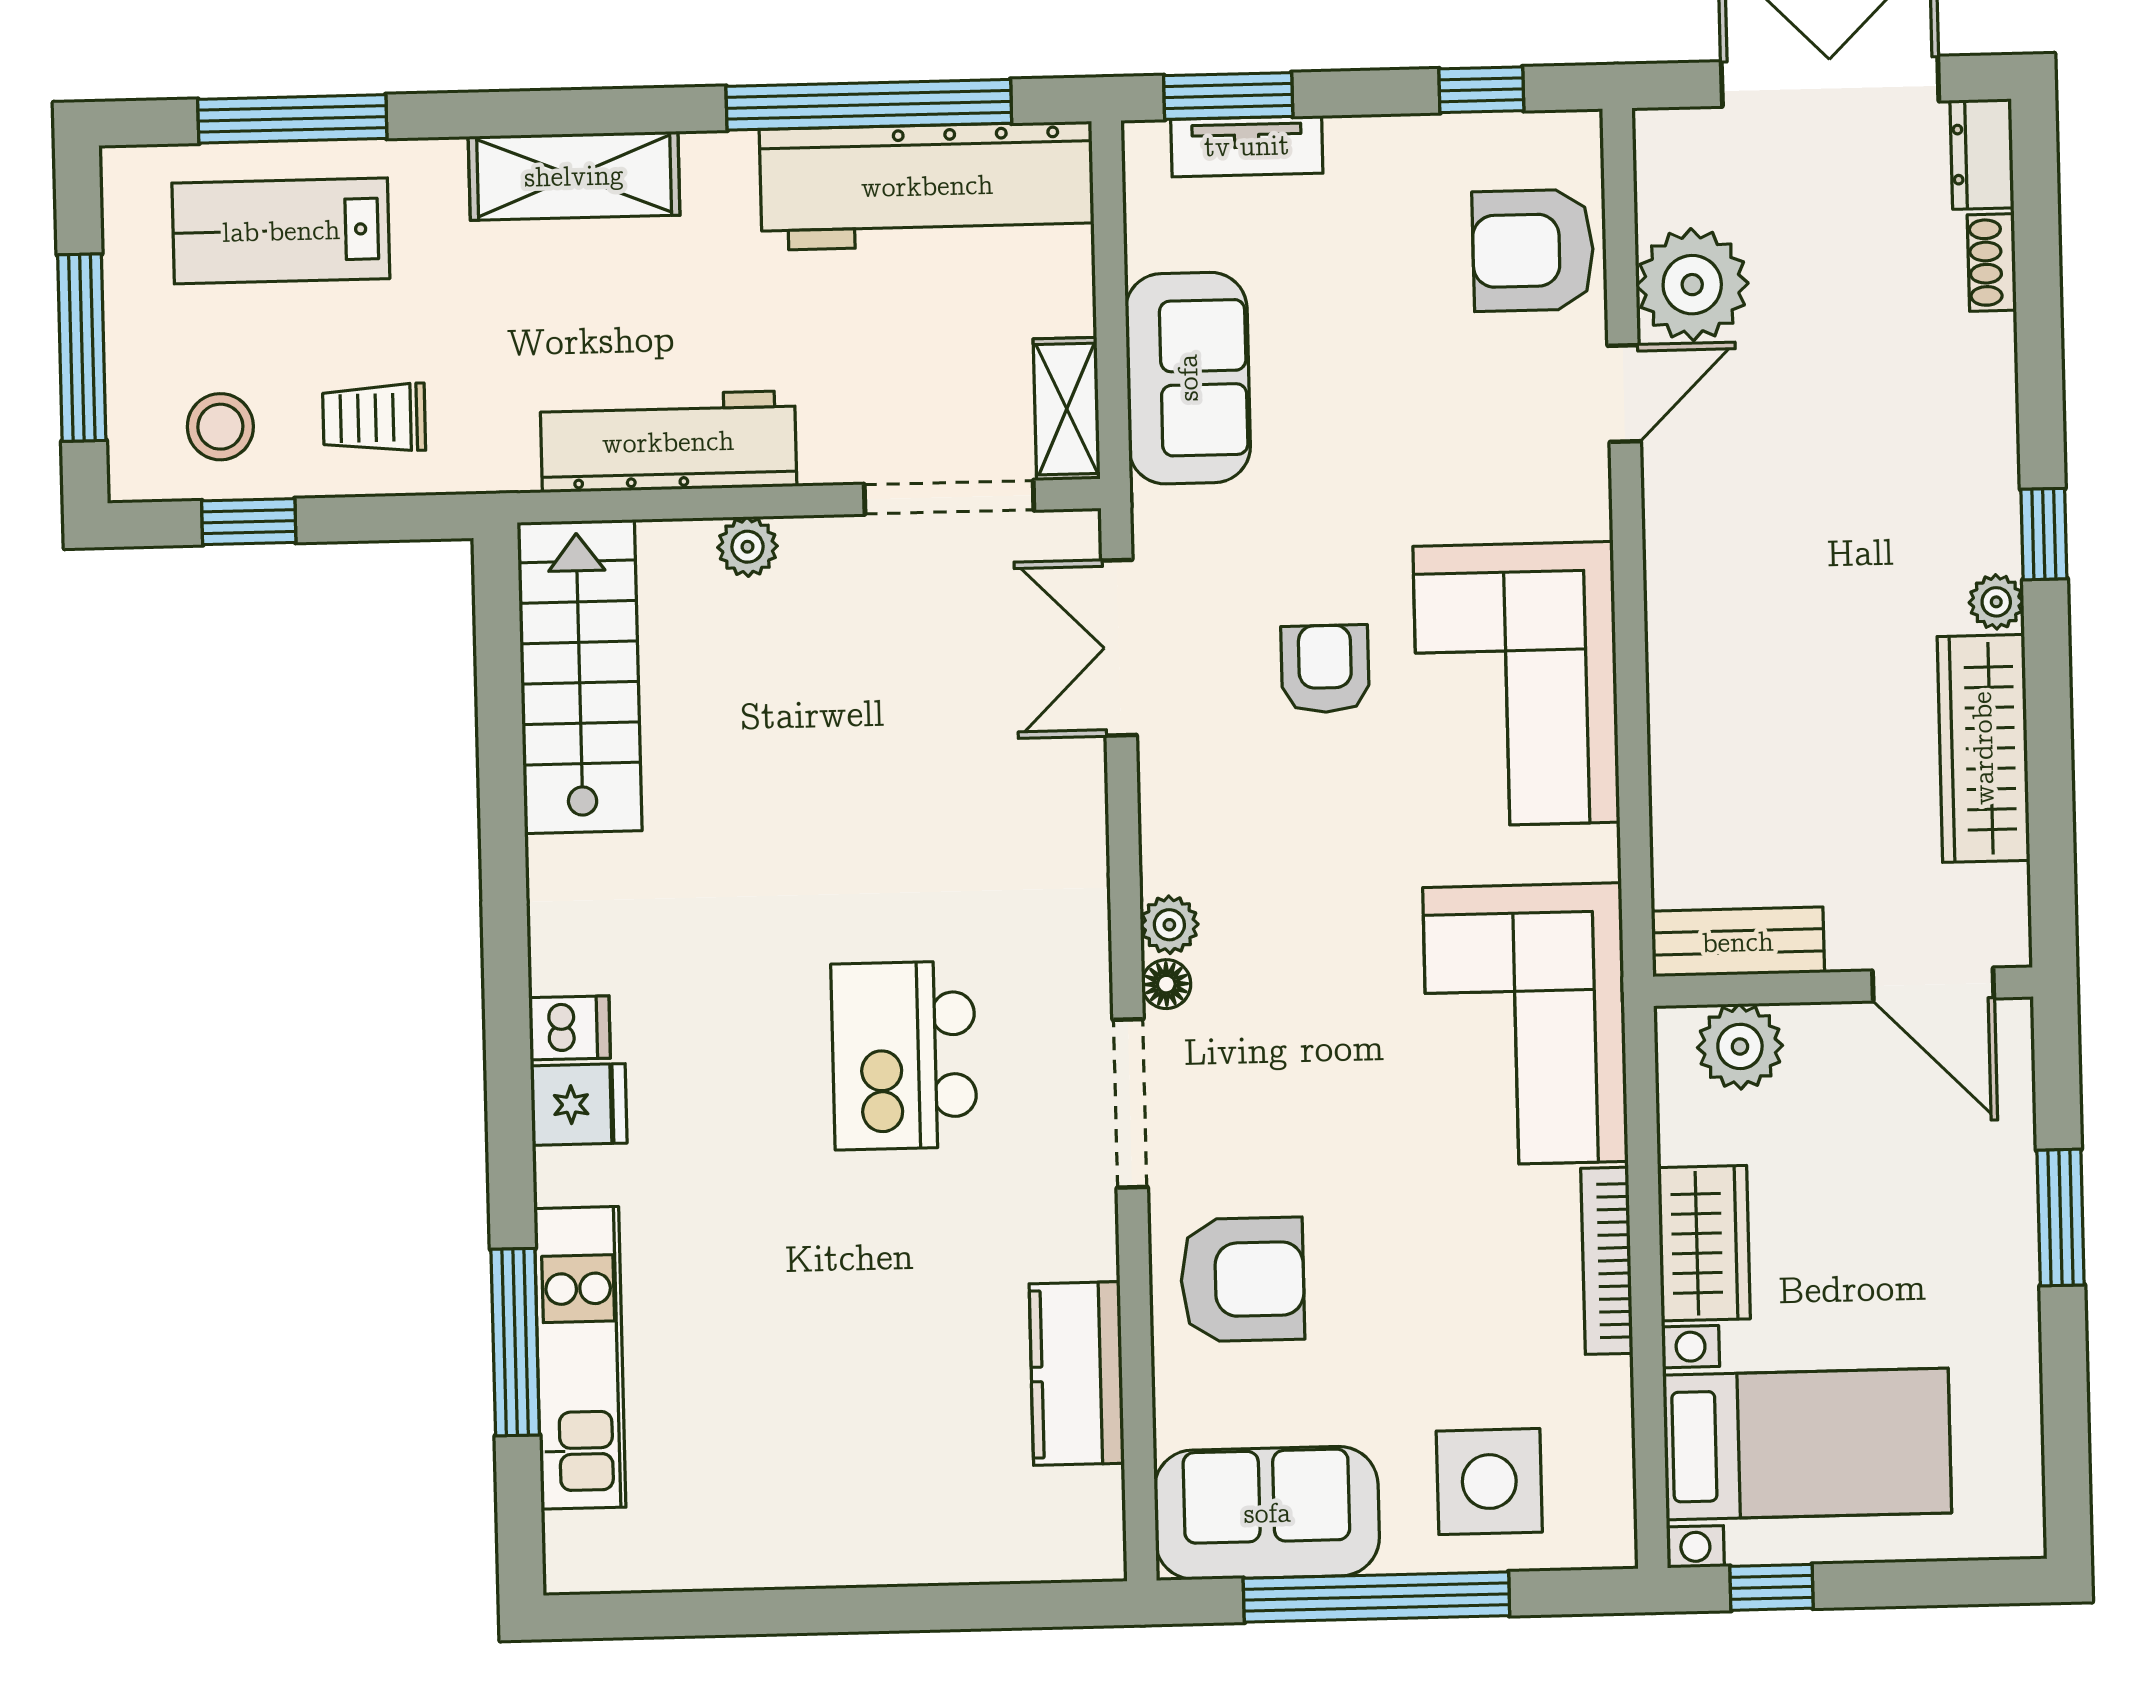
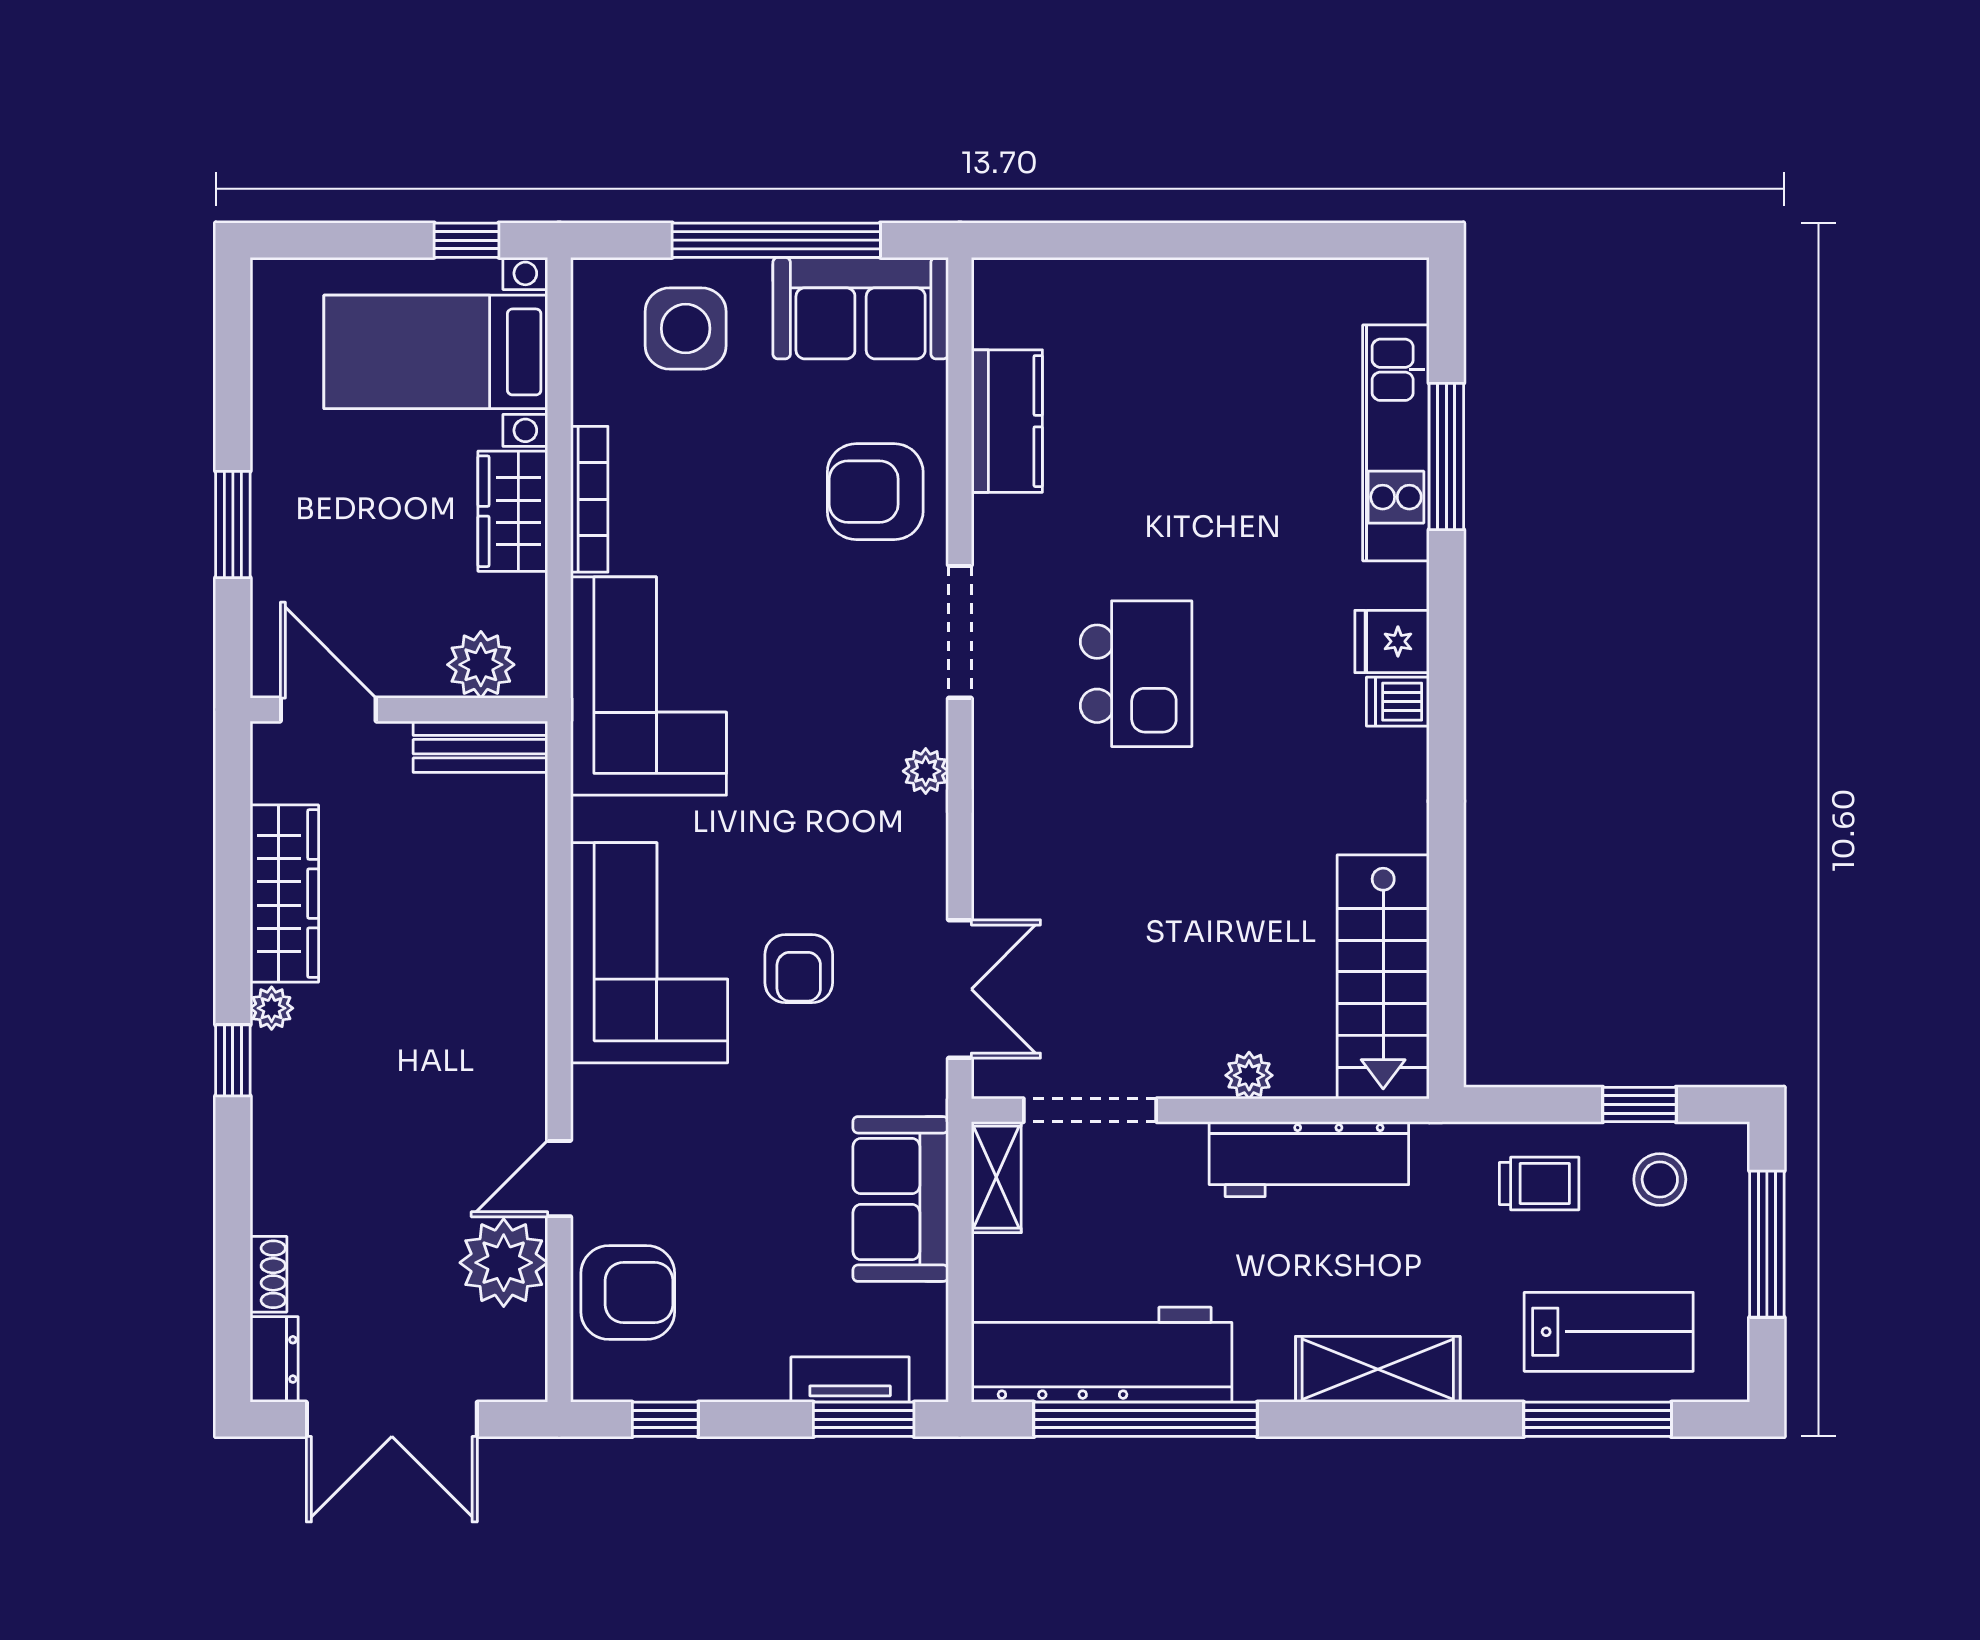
floor lamp: (1166, 984) -> (929, 725), removed

